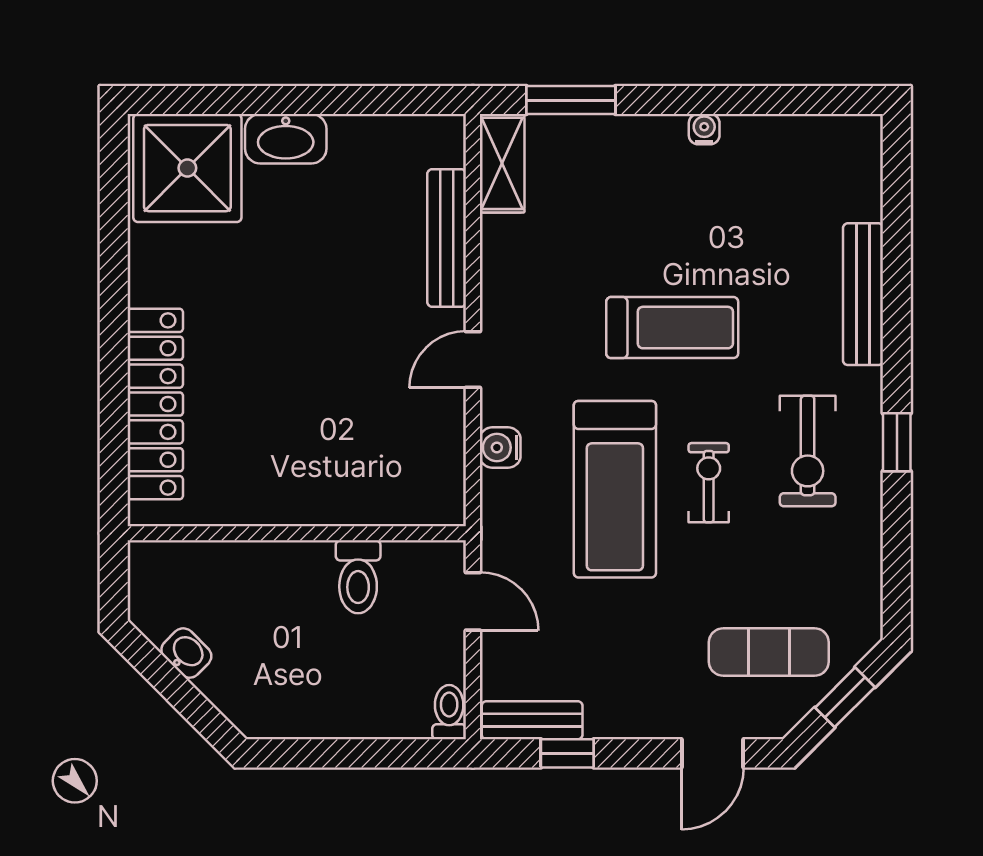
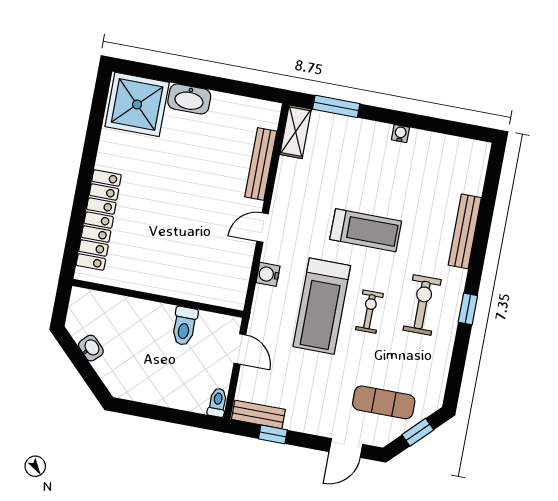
exercise bike: (808, 451) -> (422, 305), turned 180

